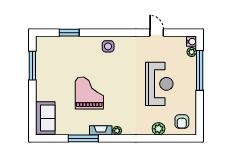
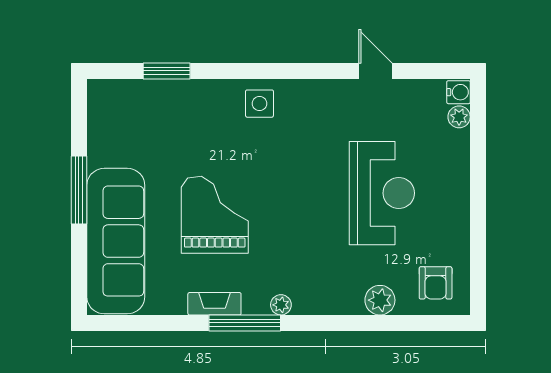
window: (32, 66) -> (79, 190), moved
window: (200, 70) -> (478, 161), removed
sofa: (45, 118) -> (116, 241), width x1.85, depth x1.27
fireplace: (101, 130) -> (214, 304), moved
window: (83, 138) -> (245, 323), moved

